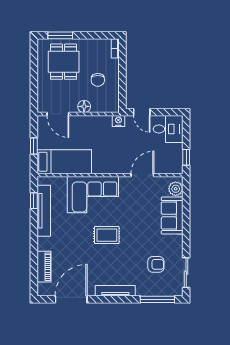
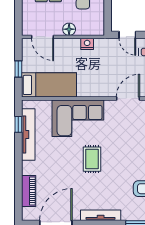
nightstand: (118, 121) -> (87, 44), moved
rug: (107, 235) -> (92, 159), turned 90

